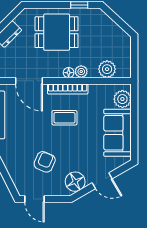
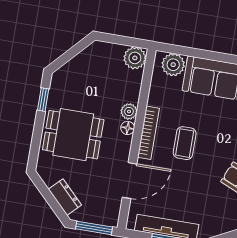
dining table: (57, 32) -> (73, 135), turned 90
plant: (107, 69) -> (135, 58), moved

